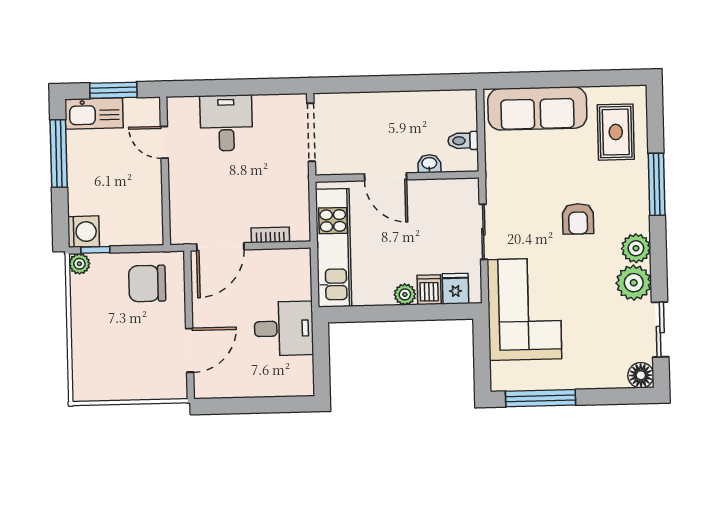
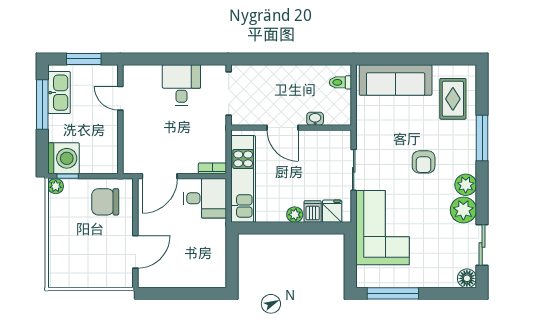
kitchen sink: (94, 113) -> (59, 93), moved, turned -90
desk: (226, 123) -> (181, 85), moved
toilet: (463, 141) -> (340, 82), moved
washing machine: (84, 232) -> (64, 158), width x1.37, depth x1.37
bookcase: (270, 235) -> (212, 168), moved
desk: (284, 328) -> (205, 198), moved

